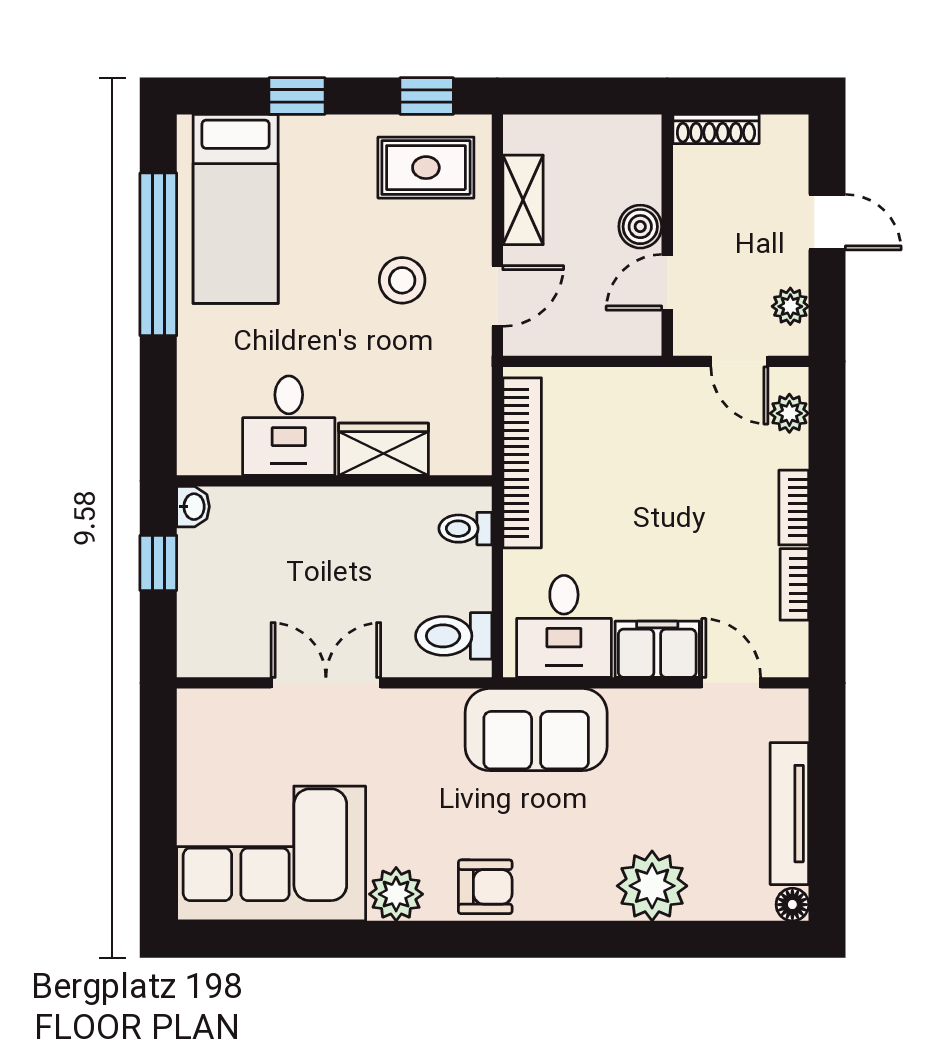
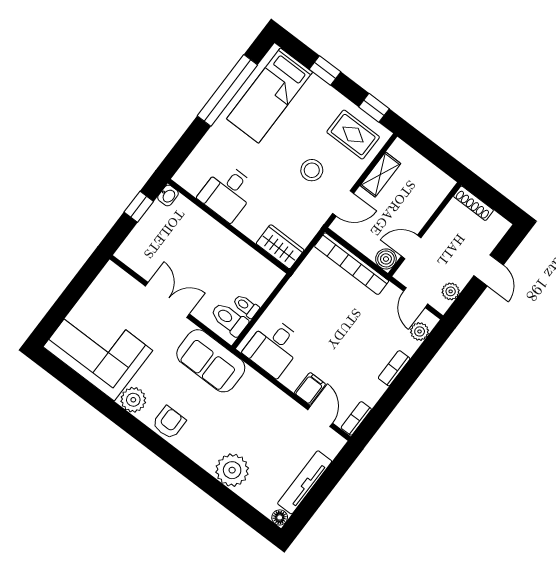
boiler: (640, 227) -> (386, 259), moved
wardrobe: (384, 449) -> (280, 247), moved
bookcase: (522, 463) -> (352, 264), moved, turned 90
toilet: (465, 529) -> (246, 306), moved
bookcase: (794, 584) -> (356, 418), moved
filing cabinet: (657, 649) -> (310, 389), width x0.50
sofa: (536, 730) -> (211, 361), moved
armchair: (485, 887) -> (169, 423), turned -90

